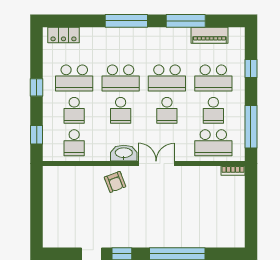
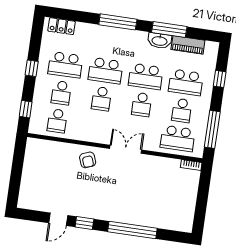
washbasin: (124, 153) -> (160, 41), moved, turned 180

